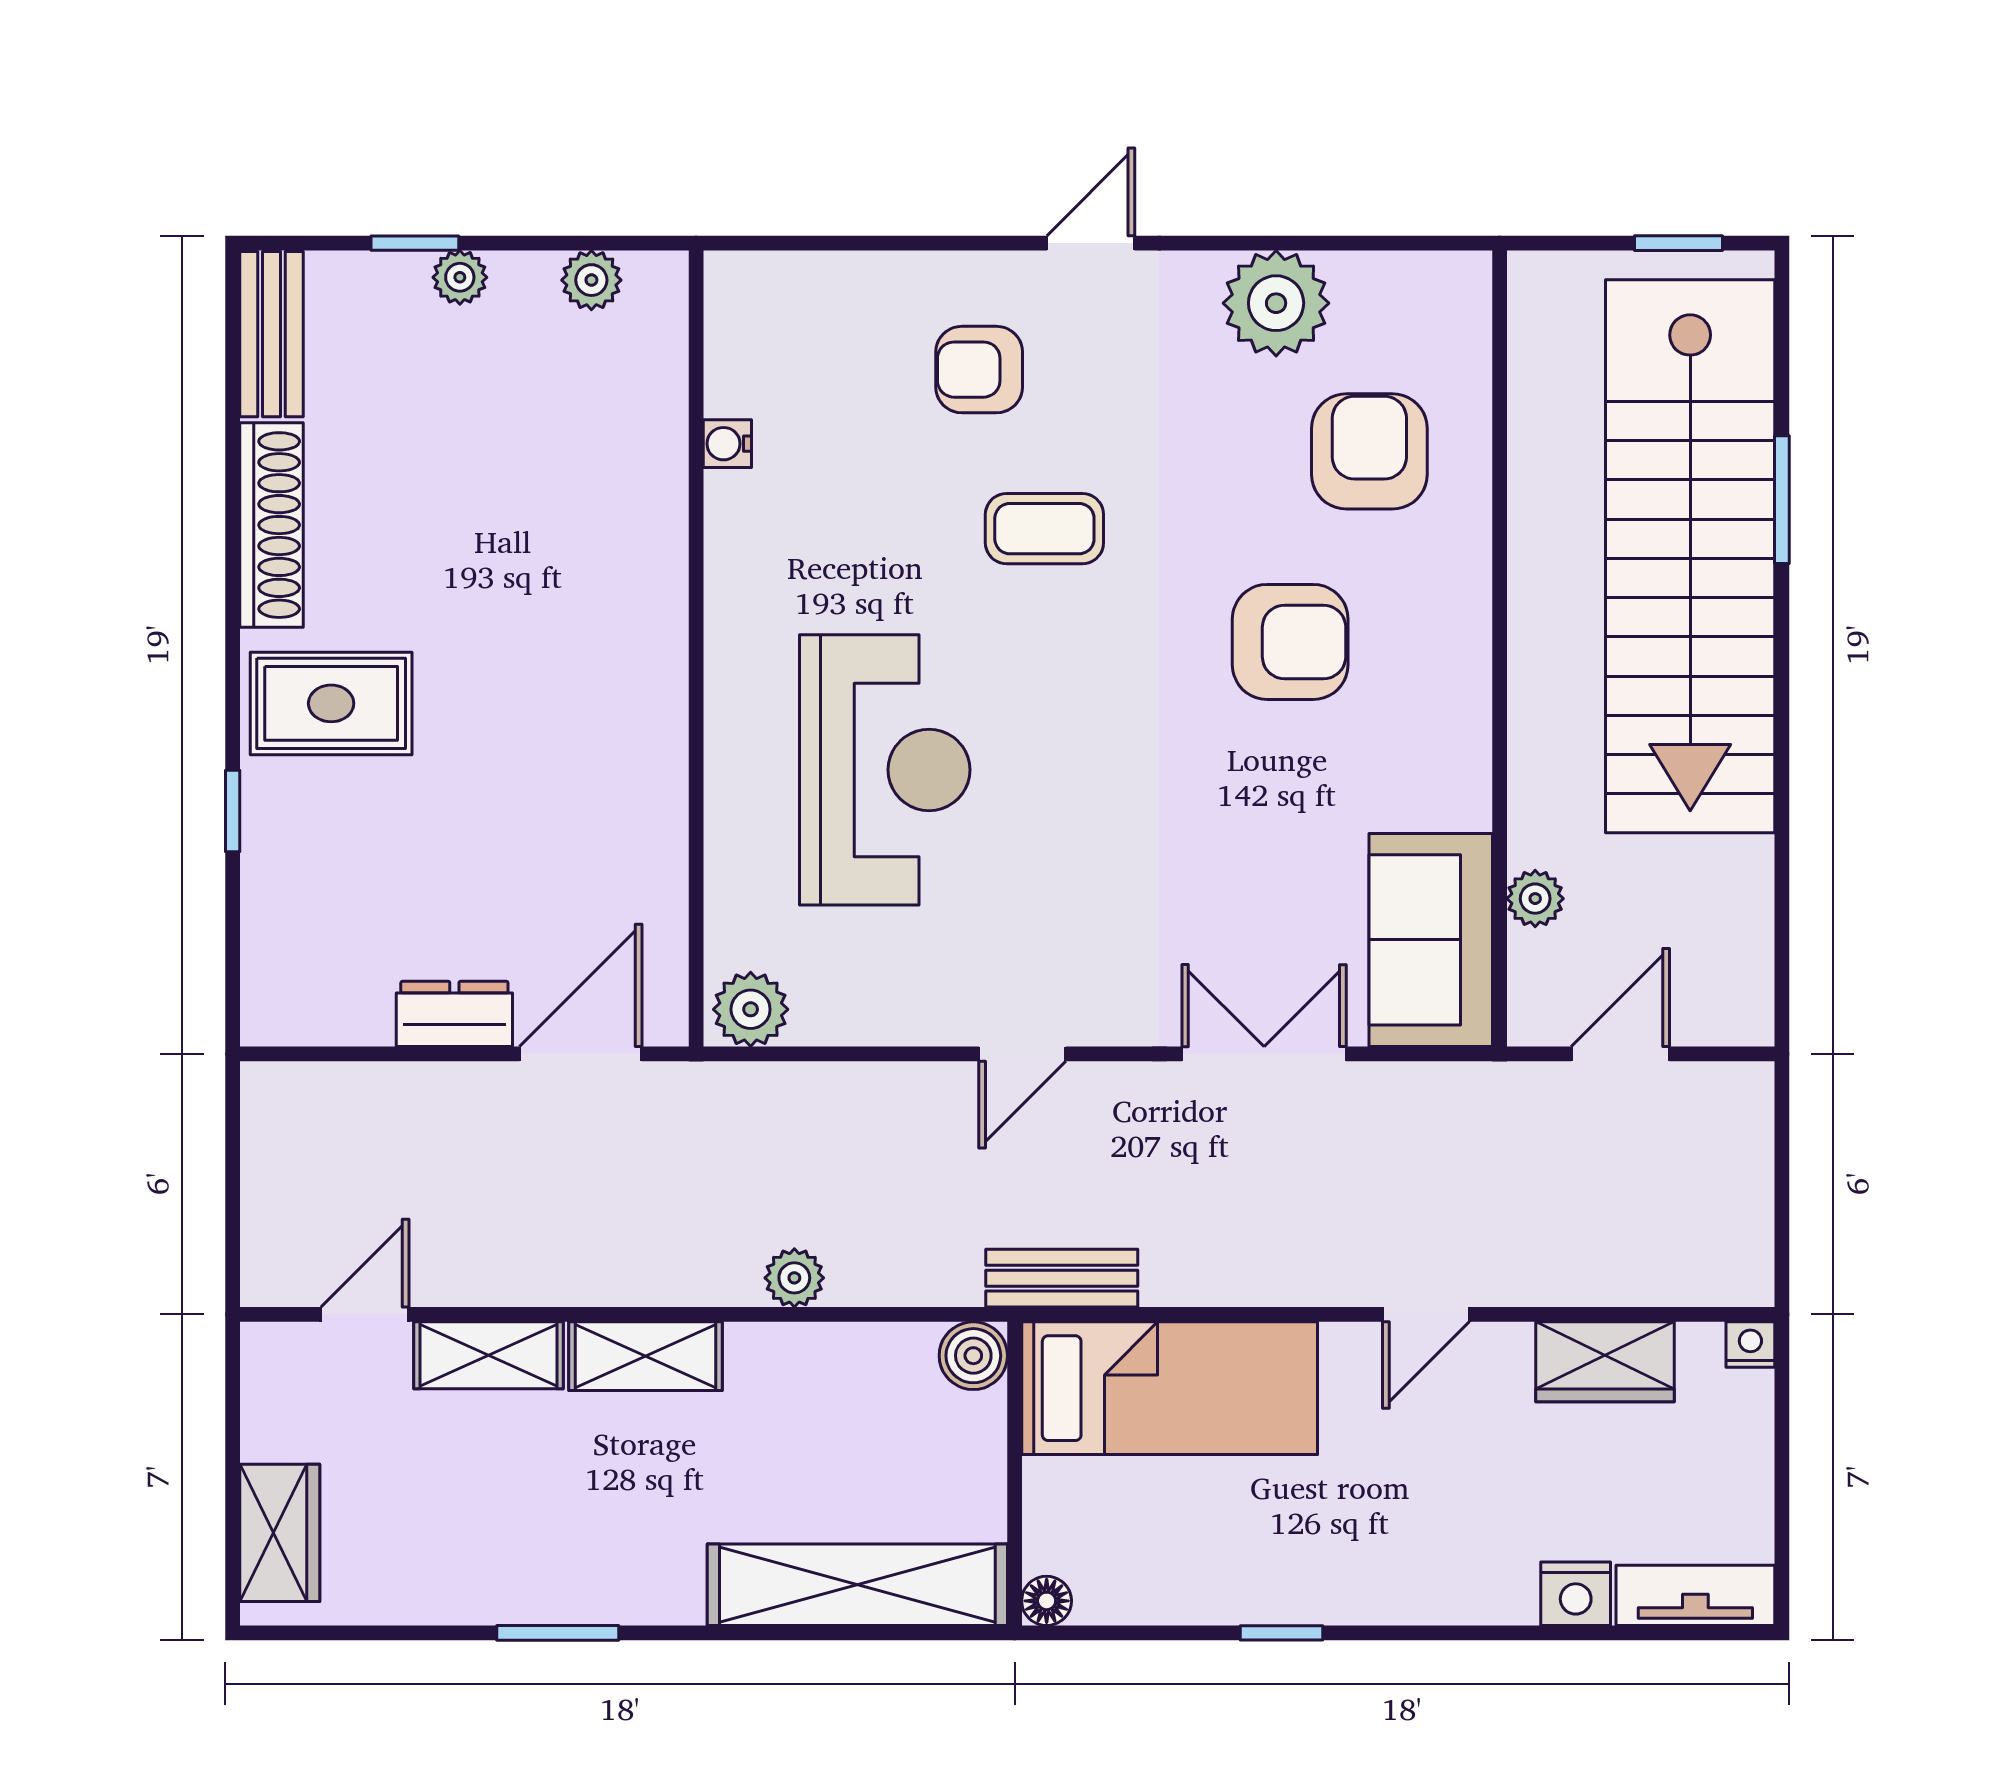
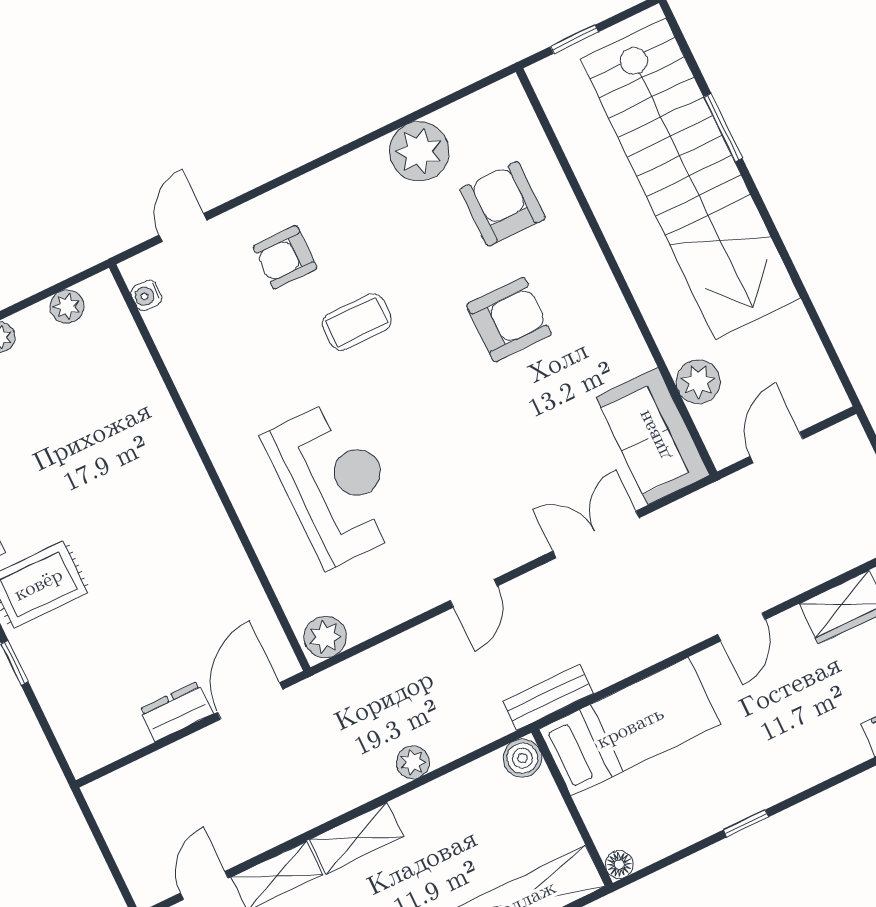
door: (1091, 243) -> (183, 228), moved
window: (1679, 243) -> (574, 39), moved
water cooler: (727, 444) -> (146, 295), moved
plant: (1535, 899) -> (698, 382), width x1.38, depth x1.38

